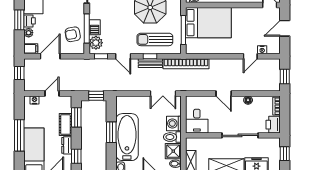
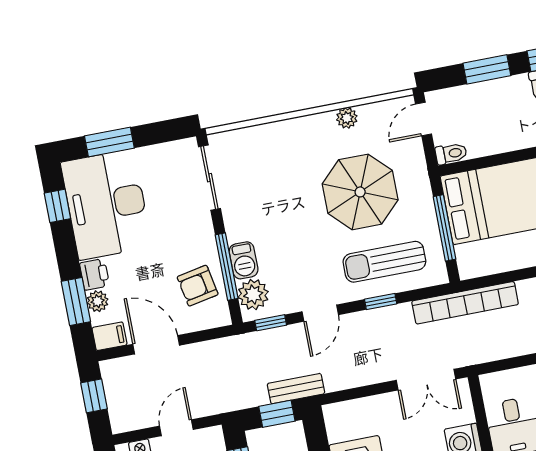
window: (19, 20) -> (76, 302), moved
door: (50, 56) -> (156, 345), hinge flipped
door: (123, 56) -> (320, 313), hinge flipped
bench: (150, 63) -> (296, 389), moved

